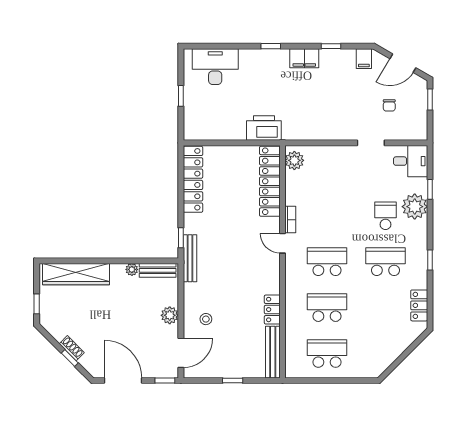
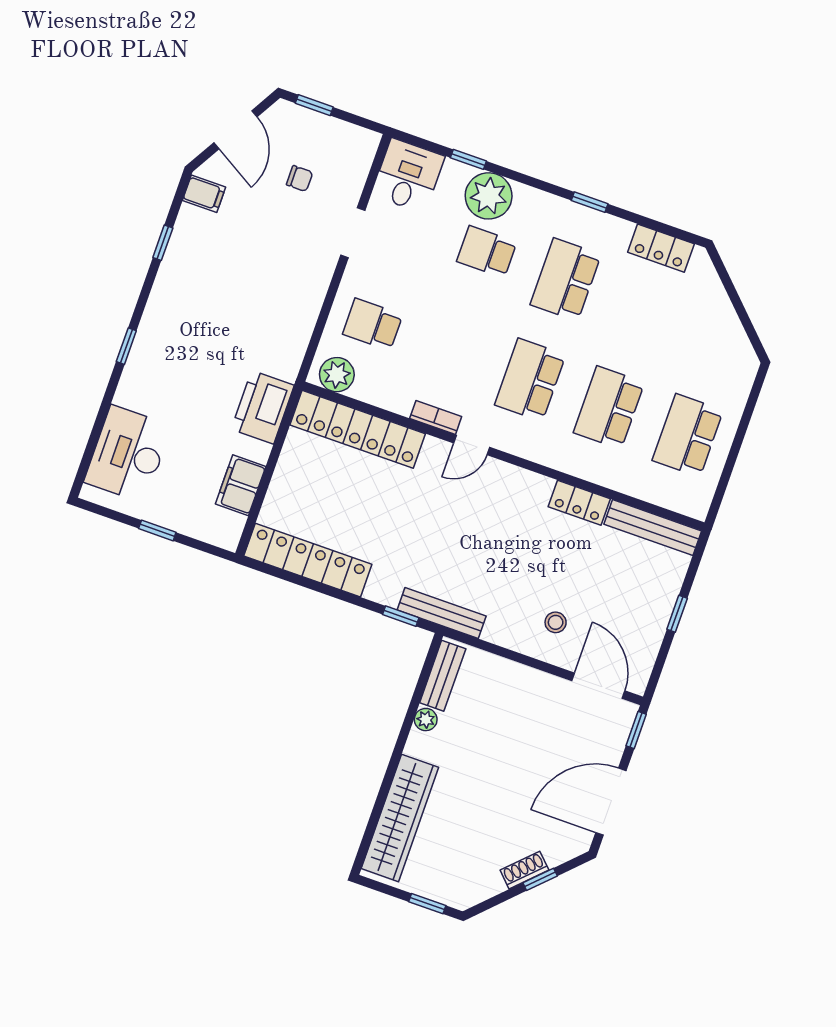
filing cabinet: (304, 58) -> (241, 485), moved, turned 180
school desk: (327, 170) -> (373, 324), added
plant: (170, 315) -> (527, 682), removed

